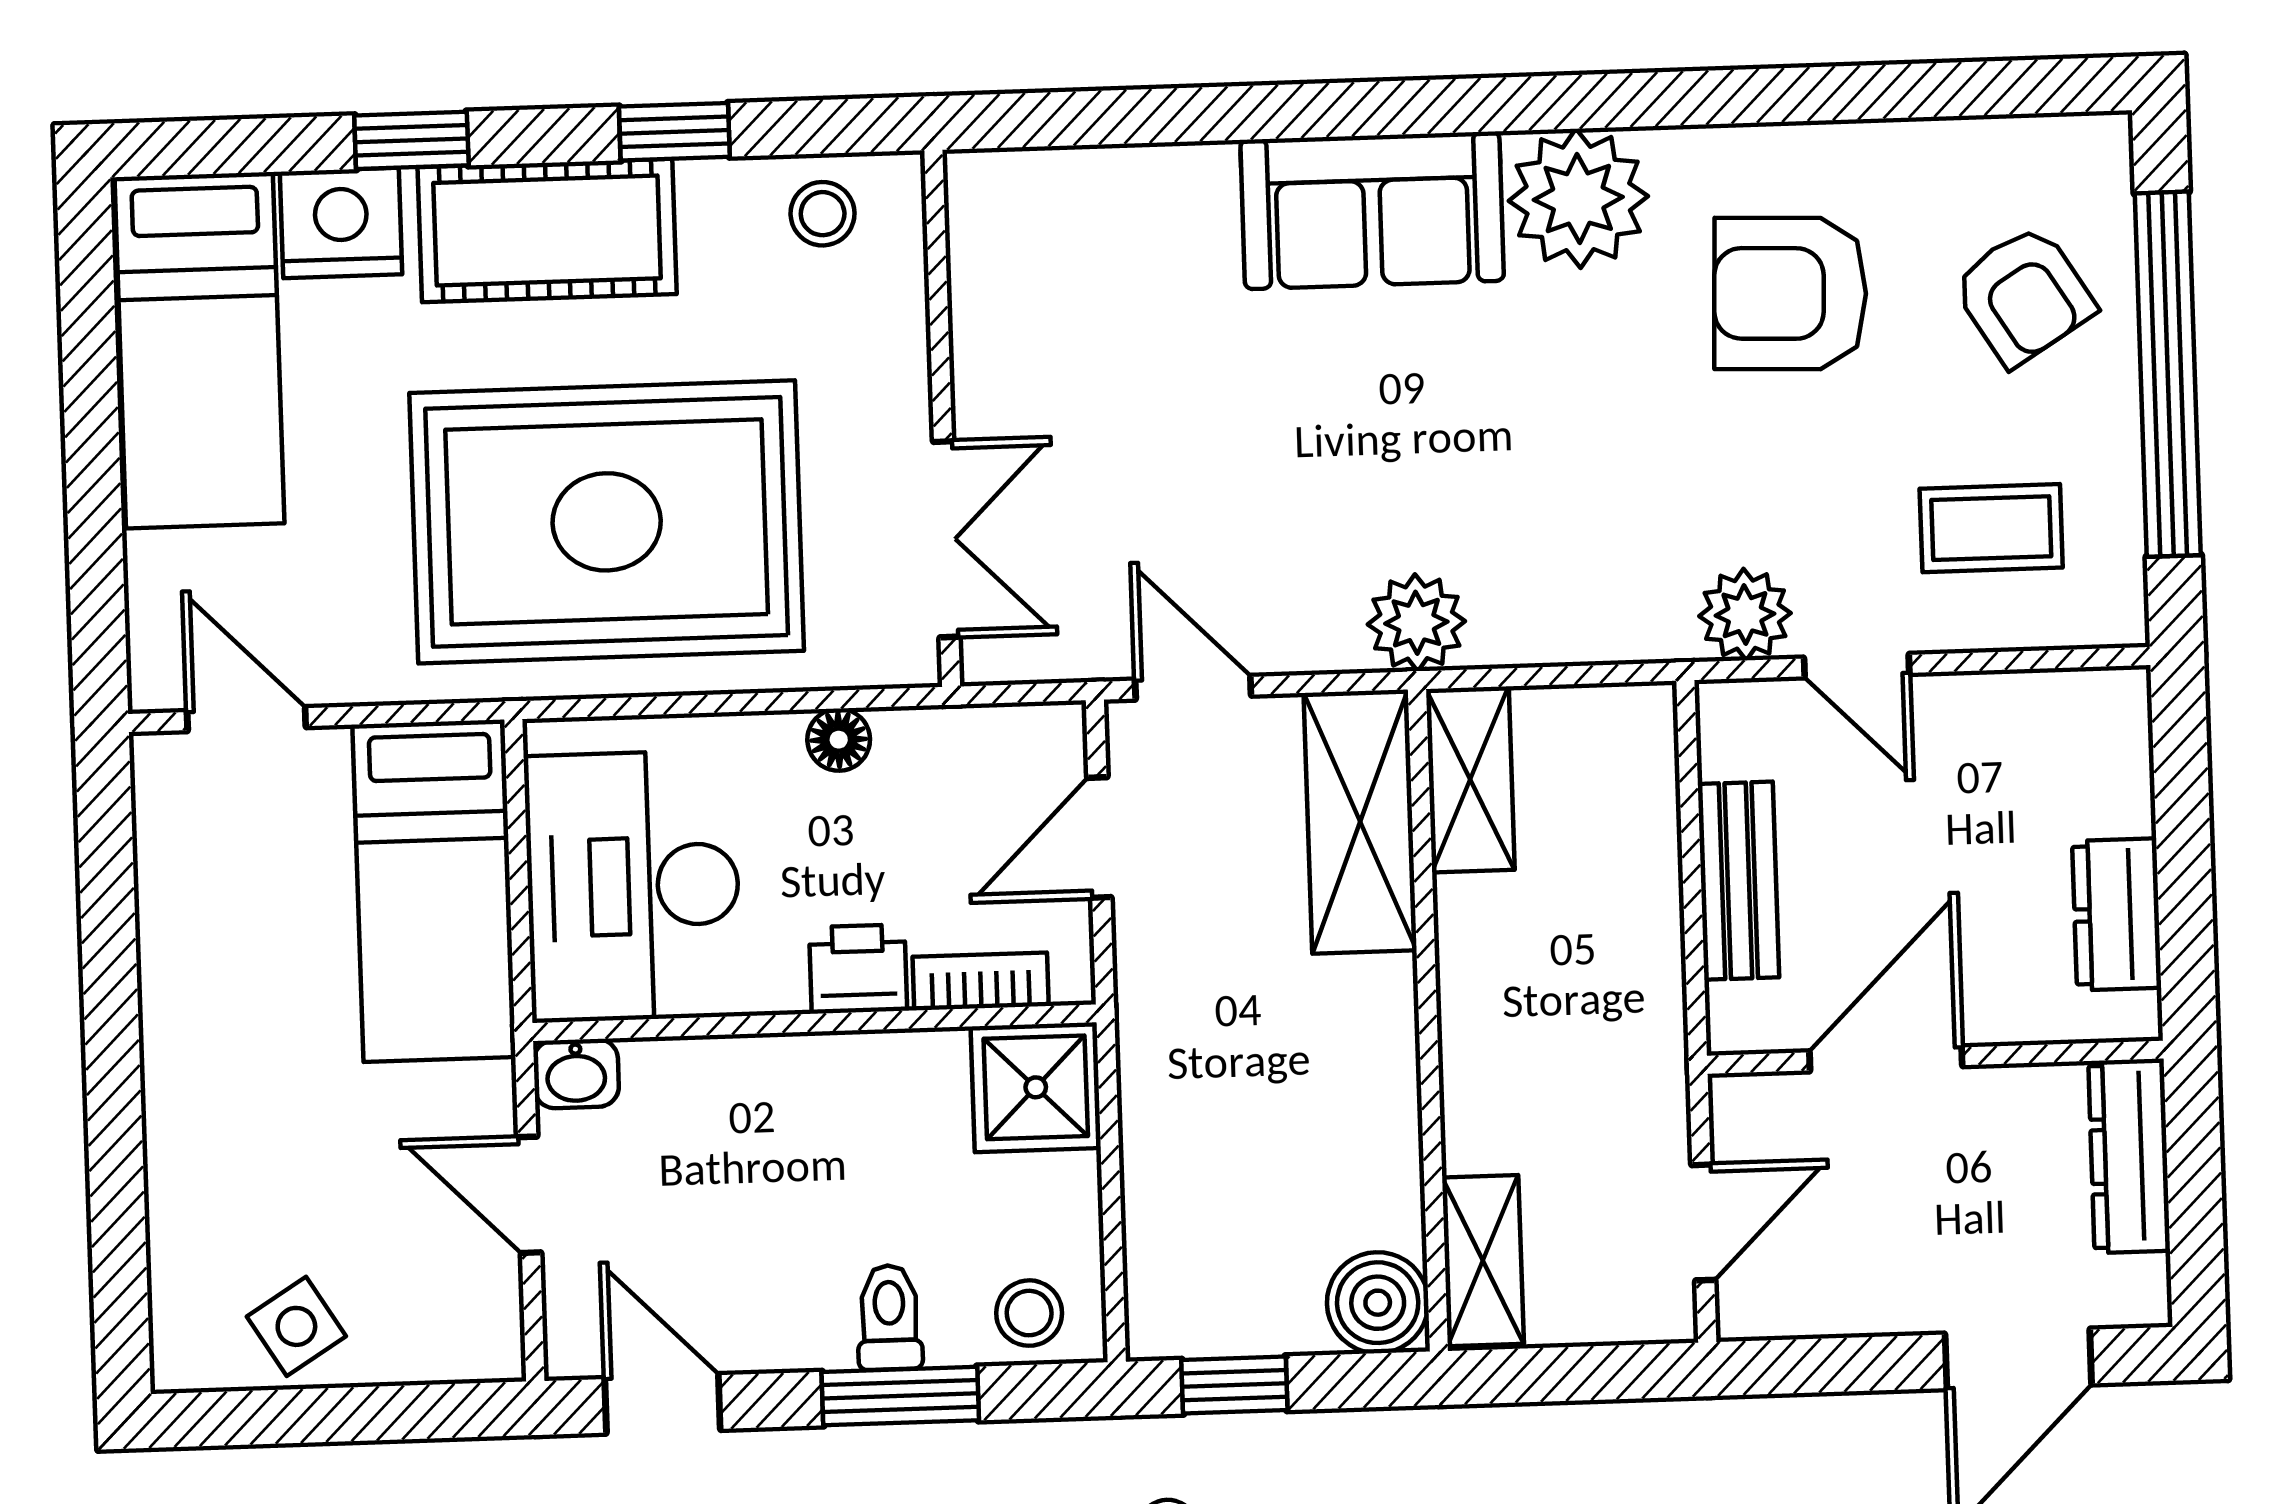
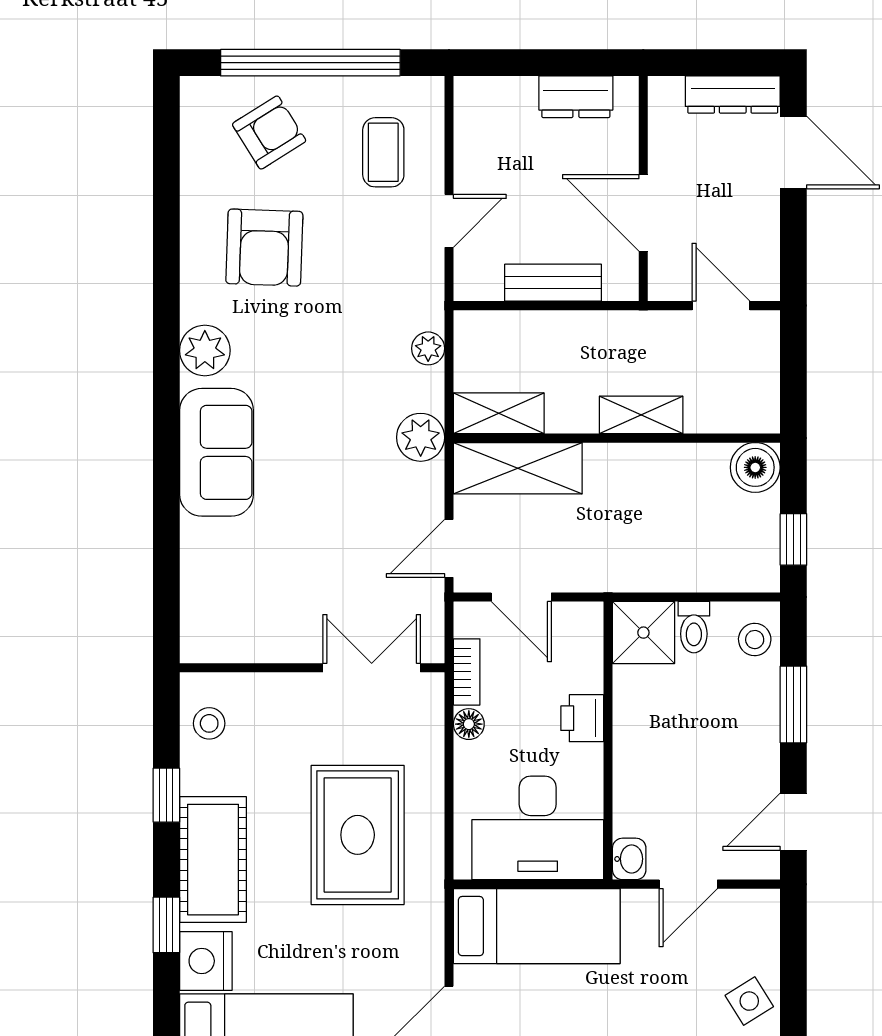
plant: (1578, 198) -> (205, 350), width x0.73, depth x0.73
rug: (607, 522) -> (358, 835), width x0.73, depth x0.69
plant: (1745, 615) -> (428, 348), moved, width x0.73, depth x0.73
bookcase: (981, 981) -> (467, 672), moved, turned 180
dresser: (2129, 1156) -> (733, 95), moved
shelving: (1483, 1261) -> (641, 415), moved
toilet: (889, 1317) -> (694, 627), moved, turned -90

